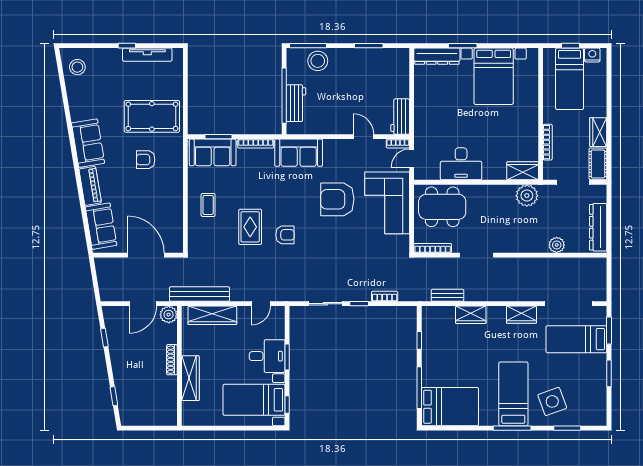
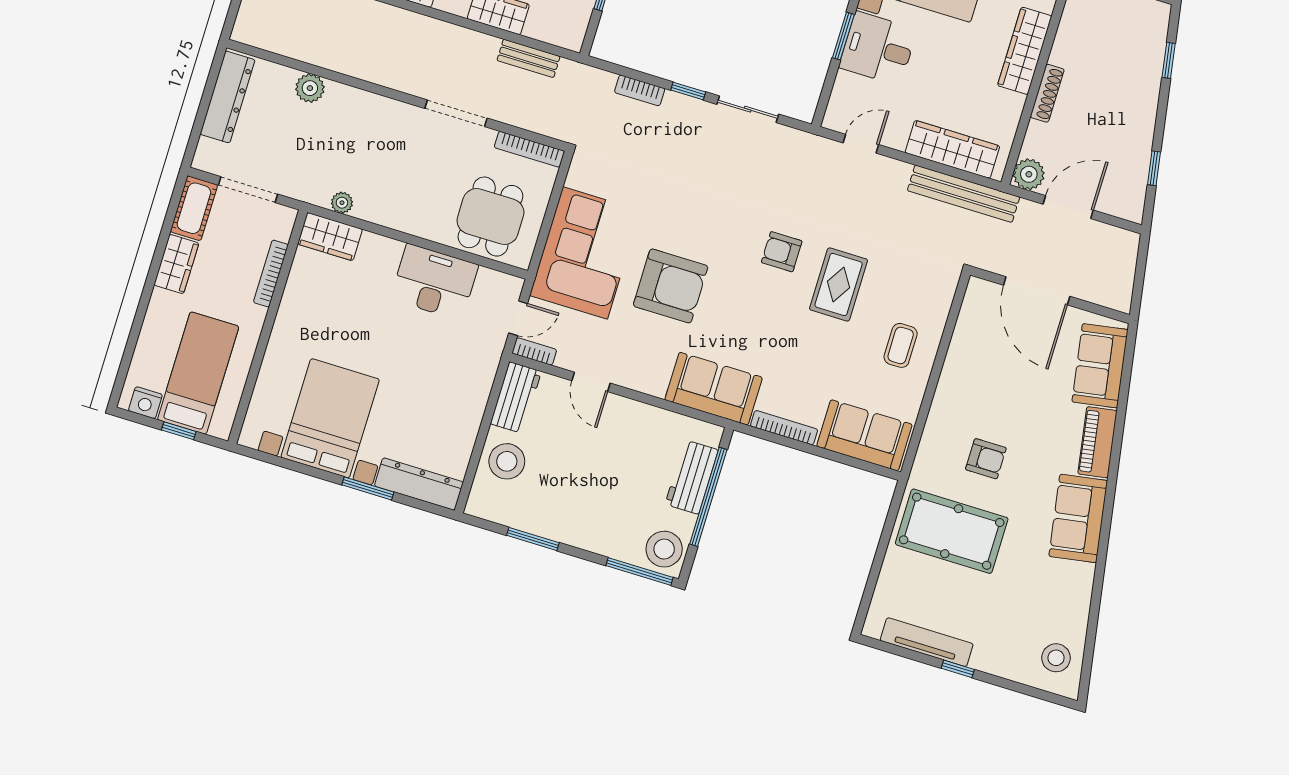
stool: (318, 61) -> (664, 549), moved
stool: (395, 82) -> (507, 461), added
window: (218, 137) -> (846, 460), removed
plant: (527, 196) -> (342, 203), width x0.53, depth x0.53
dining table: (442, 207) -> (490, 217), width x0.73

